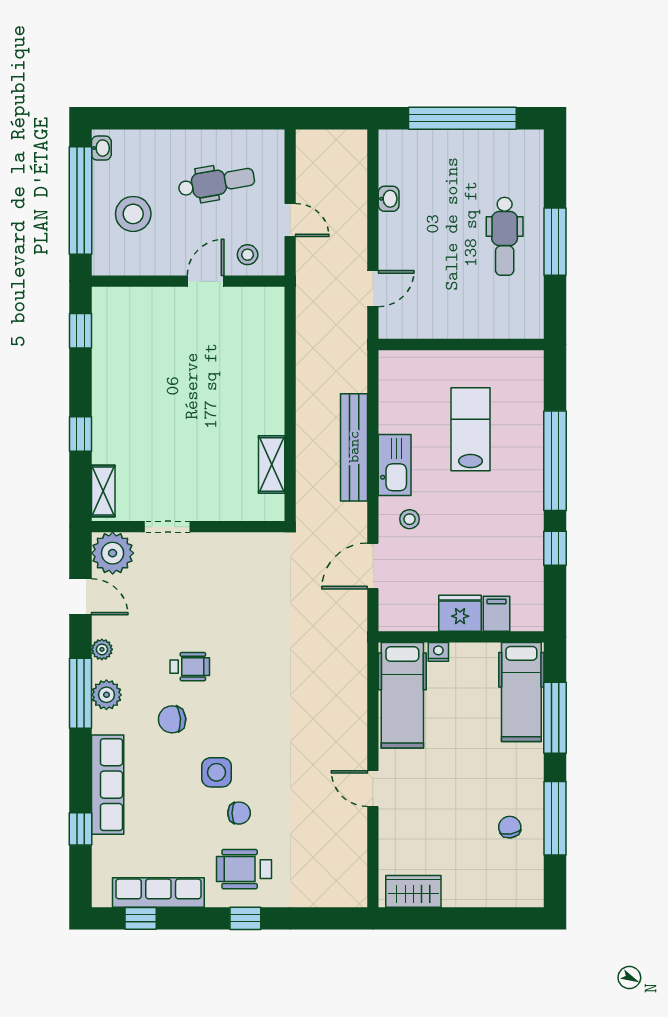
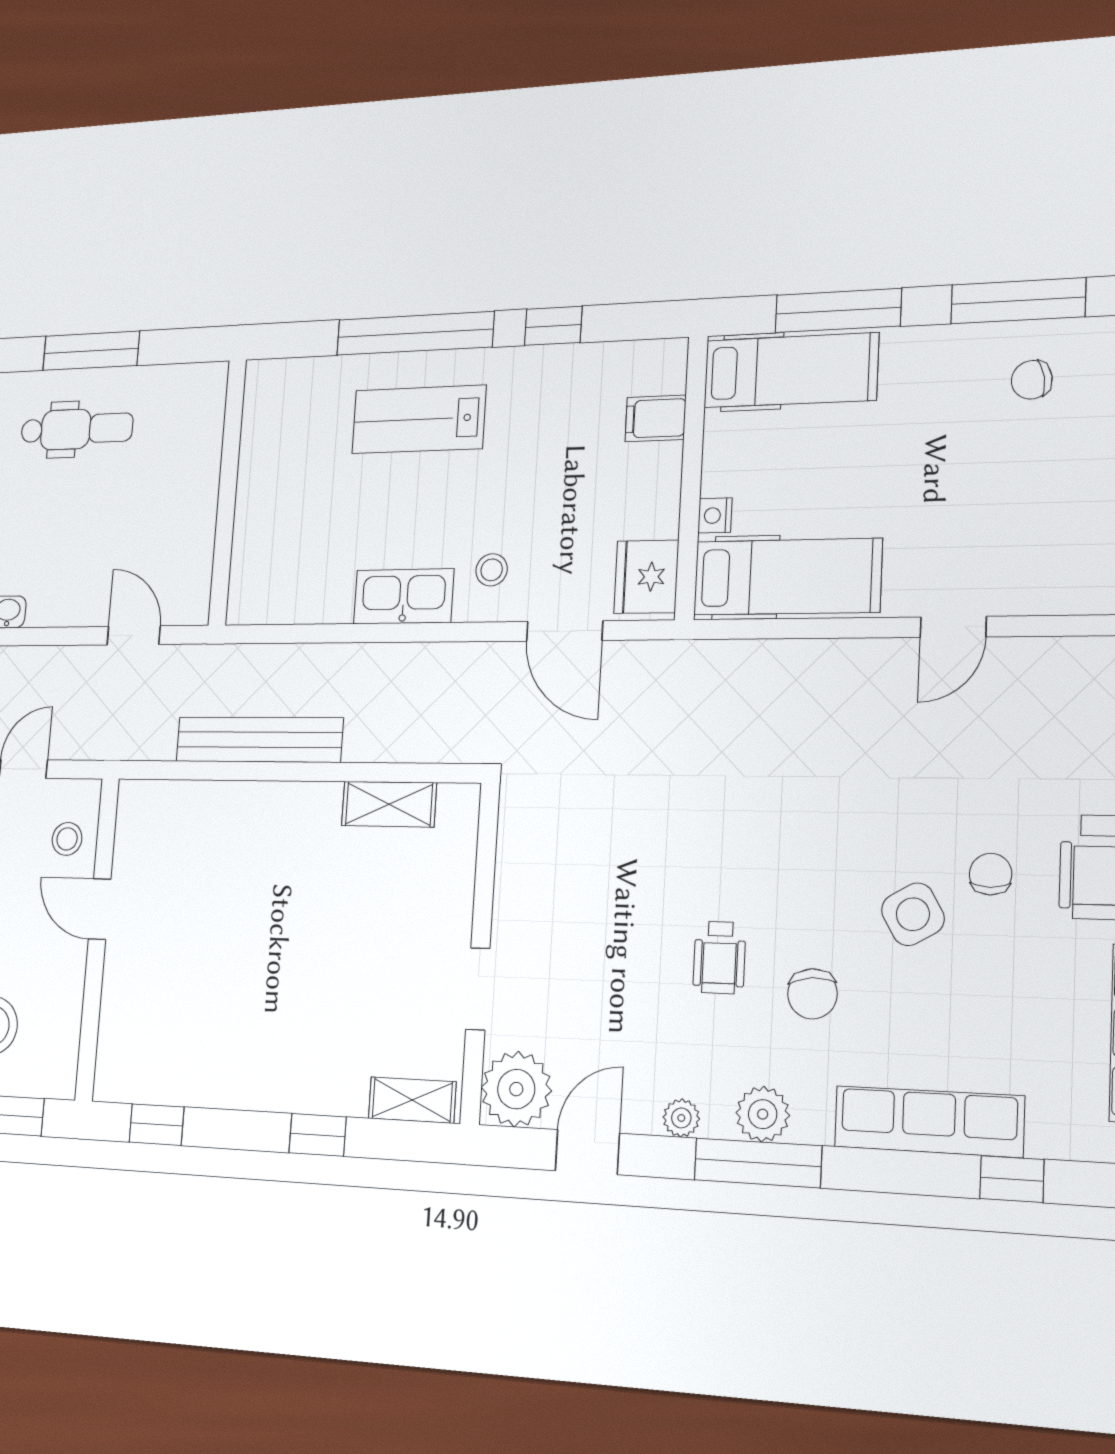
lab bench: (470, 429) -> (419, 419), moved
bench: (354, 447) -> (259, 740), moved
fridge: (460, 613) -> (646, 577), moved
wheelchair: (190, 667) -> (719, 957), turned 180
side table: (217, 772) -> (913, 914), turned -30

